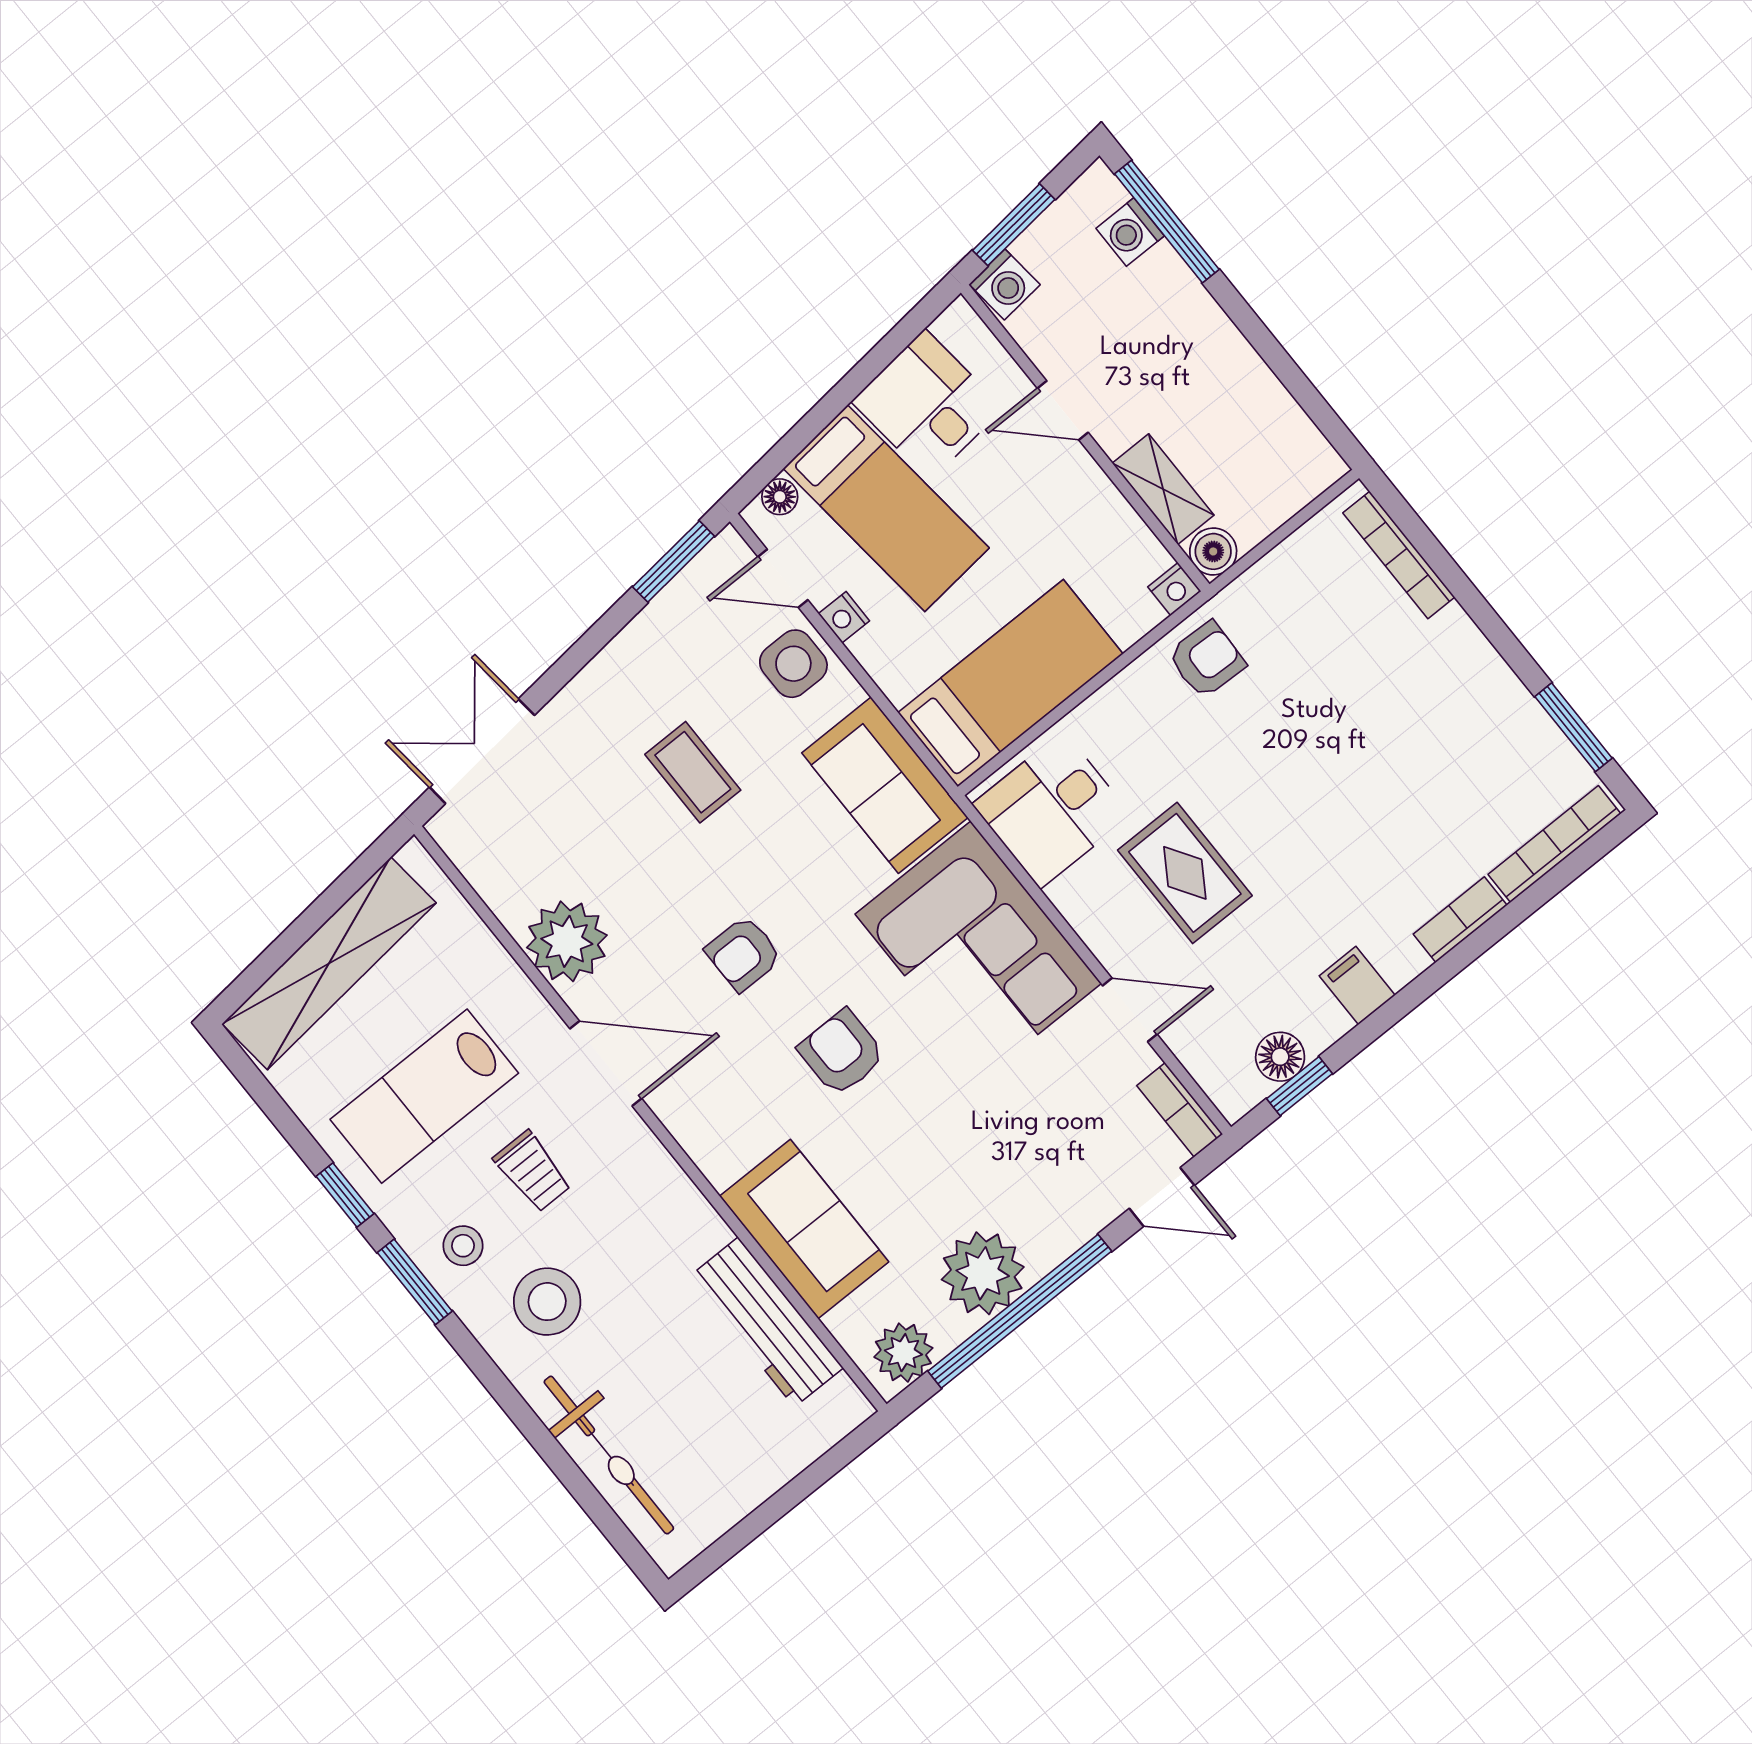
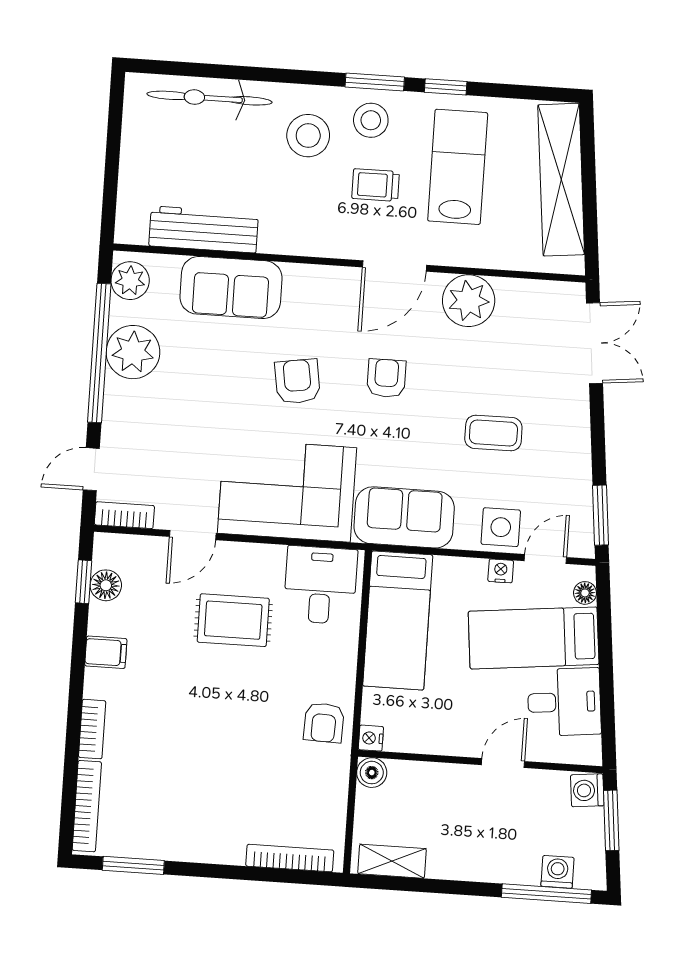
shelving: (1163, 489) -> (392, 861), moved
armchair: (842, 1053) -> (297, 381), turned -99
stool: (463, 1246) -> (371, 120), width x1.37, depth x1.37

